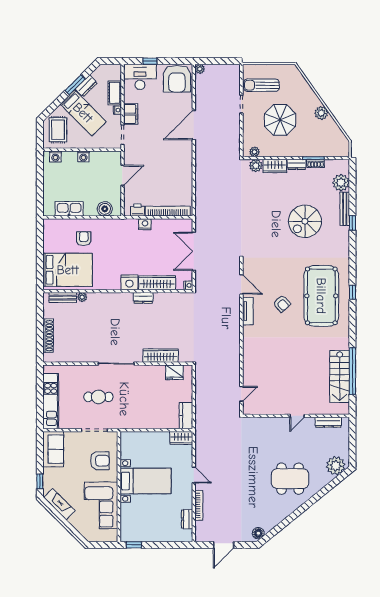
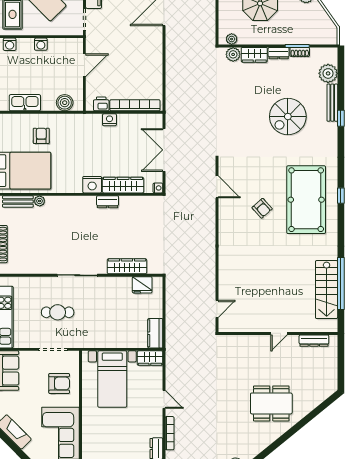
tv unit: (248, 311) -> (224, 217), removed
plant: (336, 466) -> (322, 389), removed
bed with nightstands: (146, 481) -> (112, 379), moved, turned 90

